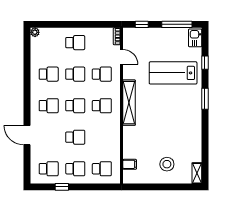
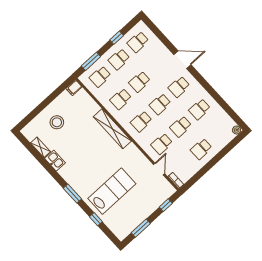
window: (177, 24) -> (141, 228), width x0.69
kitchen sink: (195, 38) -> (55, 161), moved
door: (121, 57) -> (159, 169), swing flipped
shelving: (129, 103) -> (112, 129), moved
door: (27, 135) -> (182, 60), moved
school desk: (102, 137) -> (121, 99), added
filing cabinet: (130, 164) -> (74, 88), moved
shelving: (197, 173) -> (41, 147), moved
window: (98, 187) -> (91, 61), added

